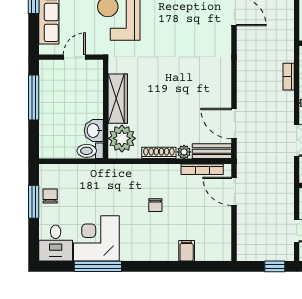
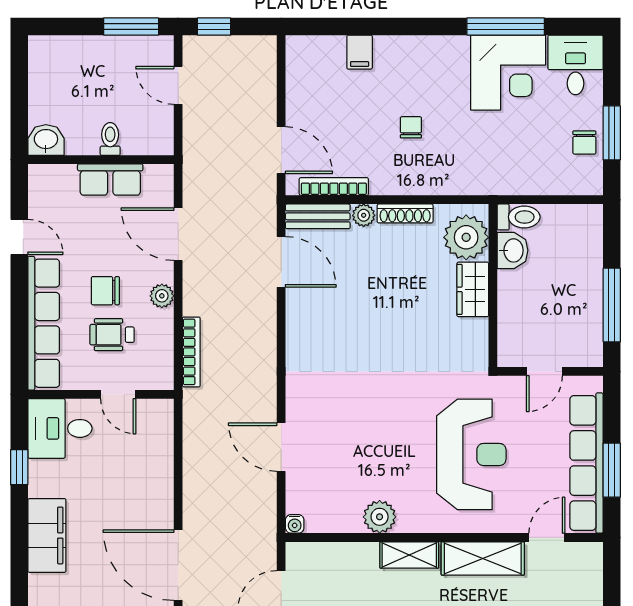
bookcase: (289, 77) -> (191, 352), width x1.56
wardrobe: (118, 99) -> (473, 289), width x0.67

